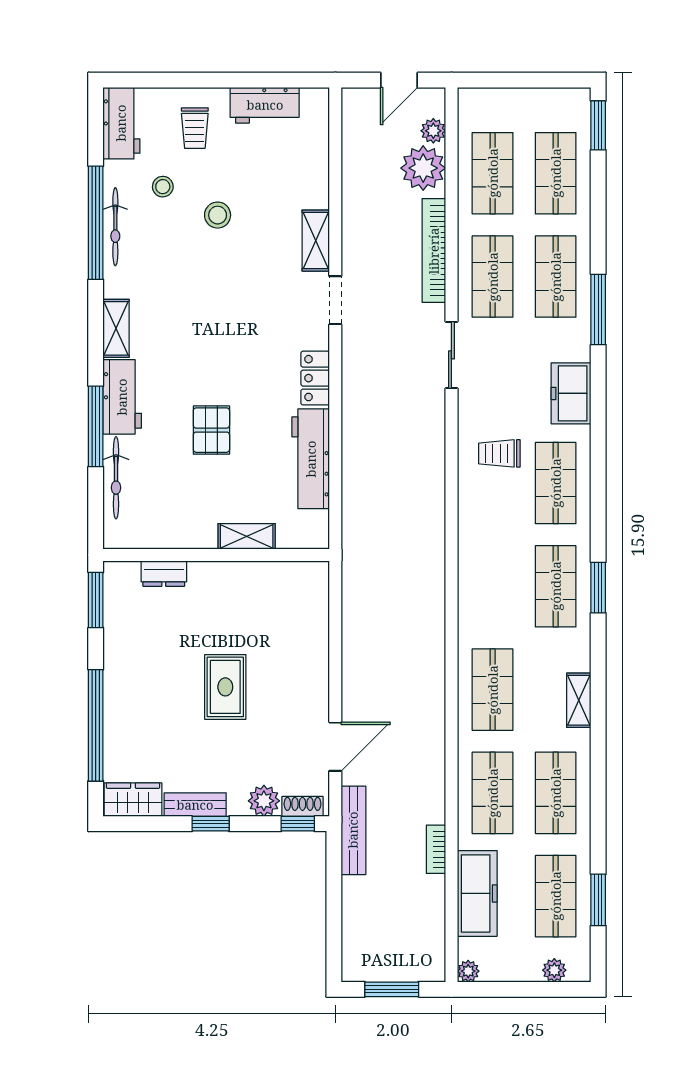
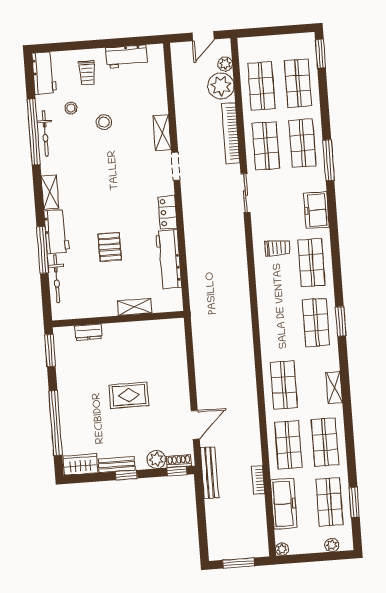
trolley: (499, 453) -> (278, 248), turned 180
rug: (225, 687) -> (129, 395), turned 90

